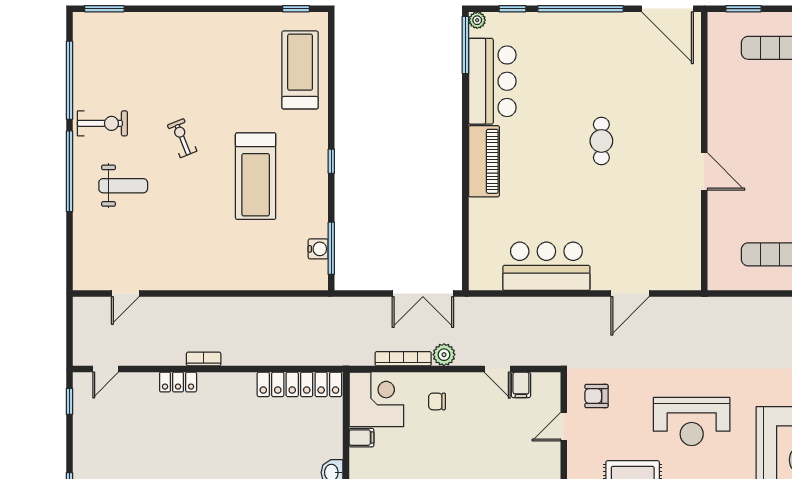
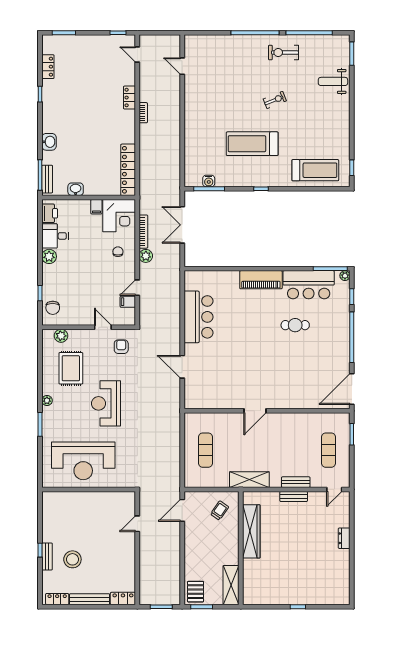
exercise bike: (102, 123) -> (283, 53), turned 90
cafe table: (601, 141) -> (295, 325), moved
weight bench: (123, 186) -> (333, 81), moved, turned 90
double door: (423, 294) -> (182, 225), moved

